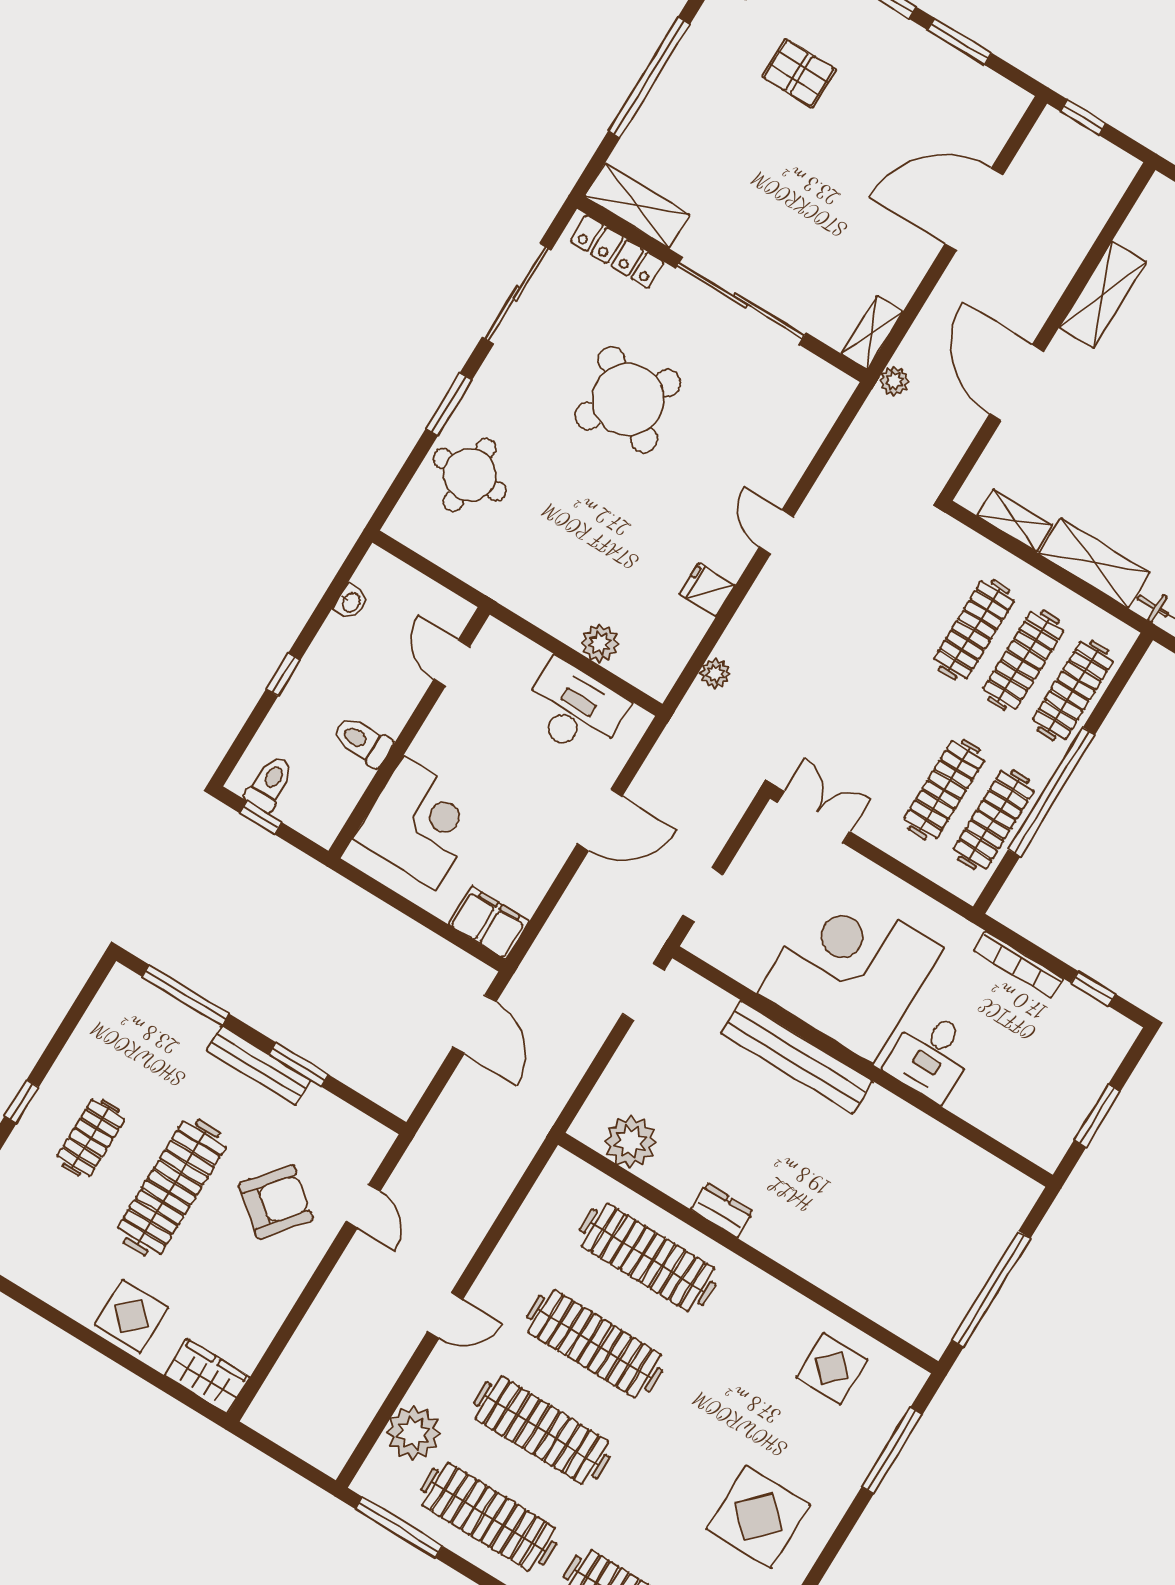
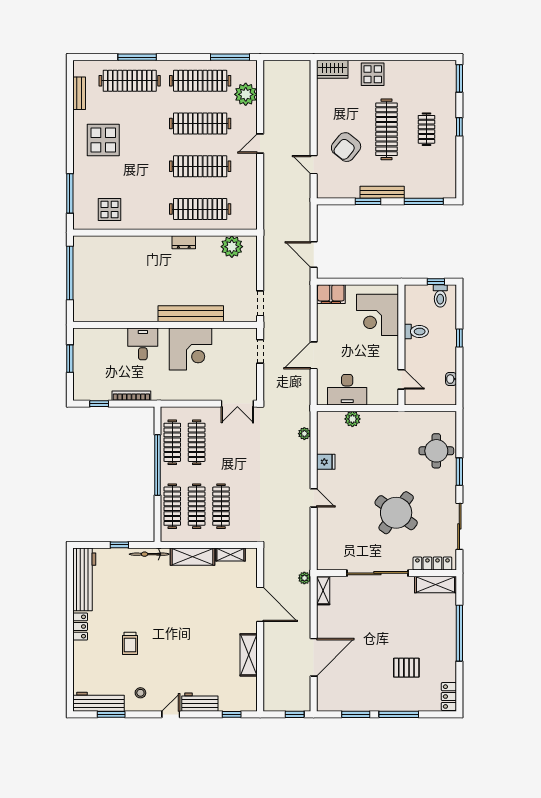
corner desk: (850, 970) -> (191, 349), width x0.74, depth x0.74

